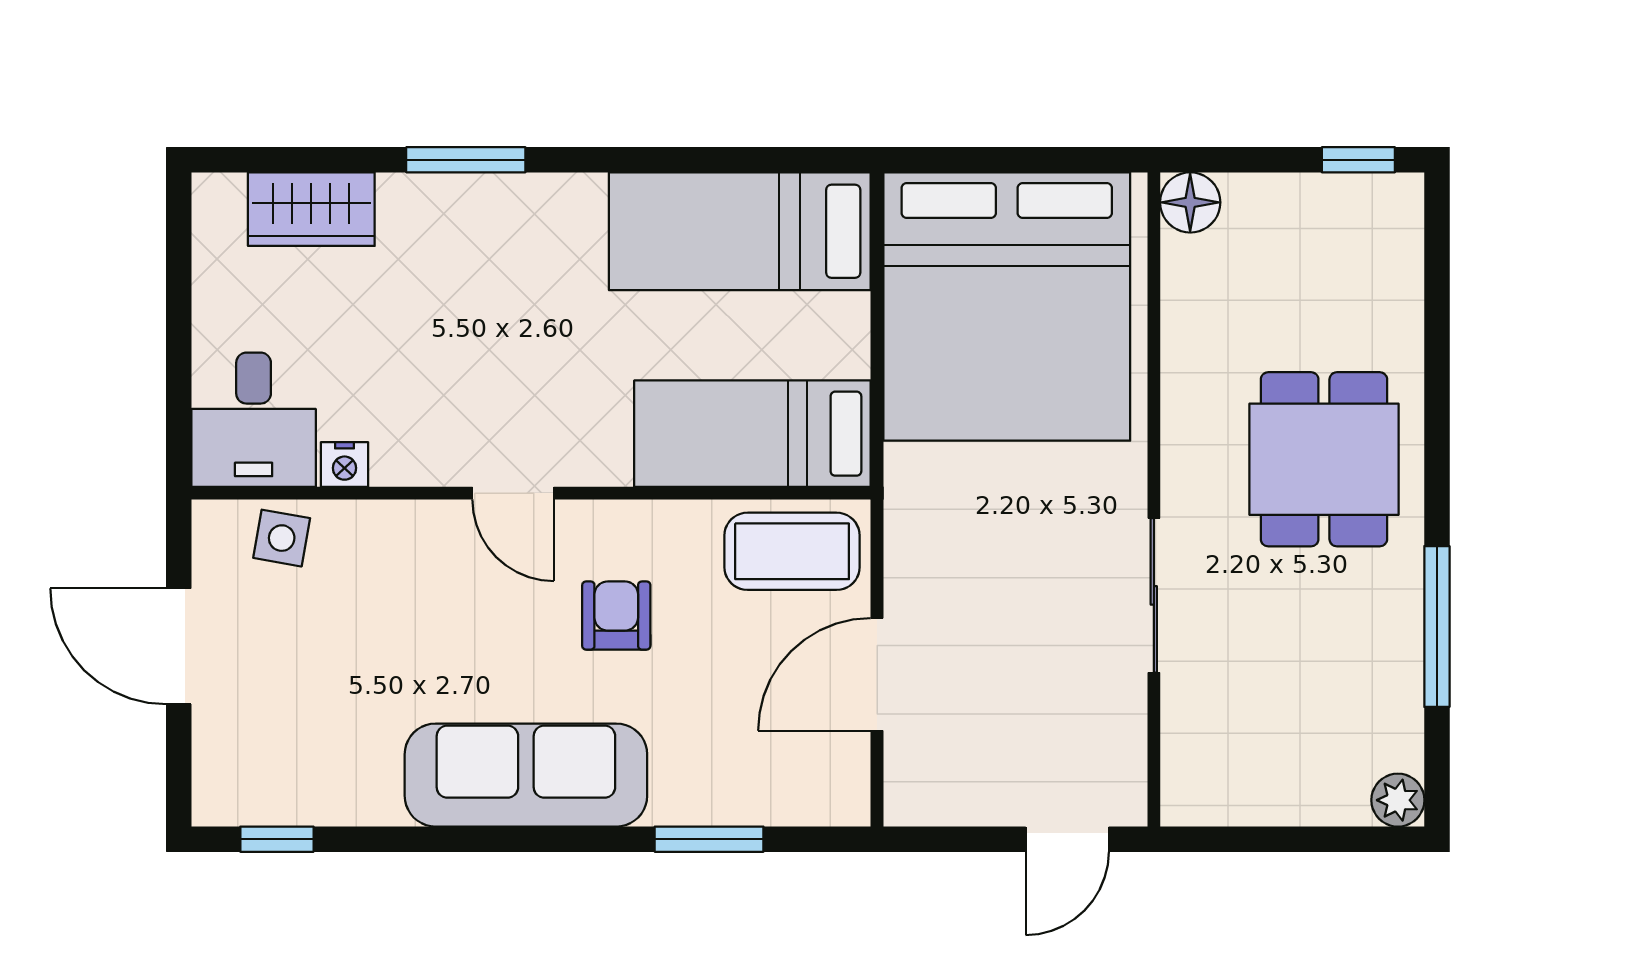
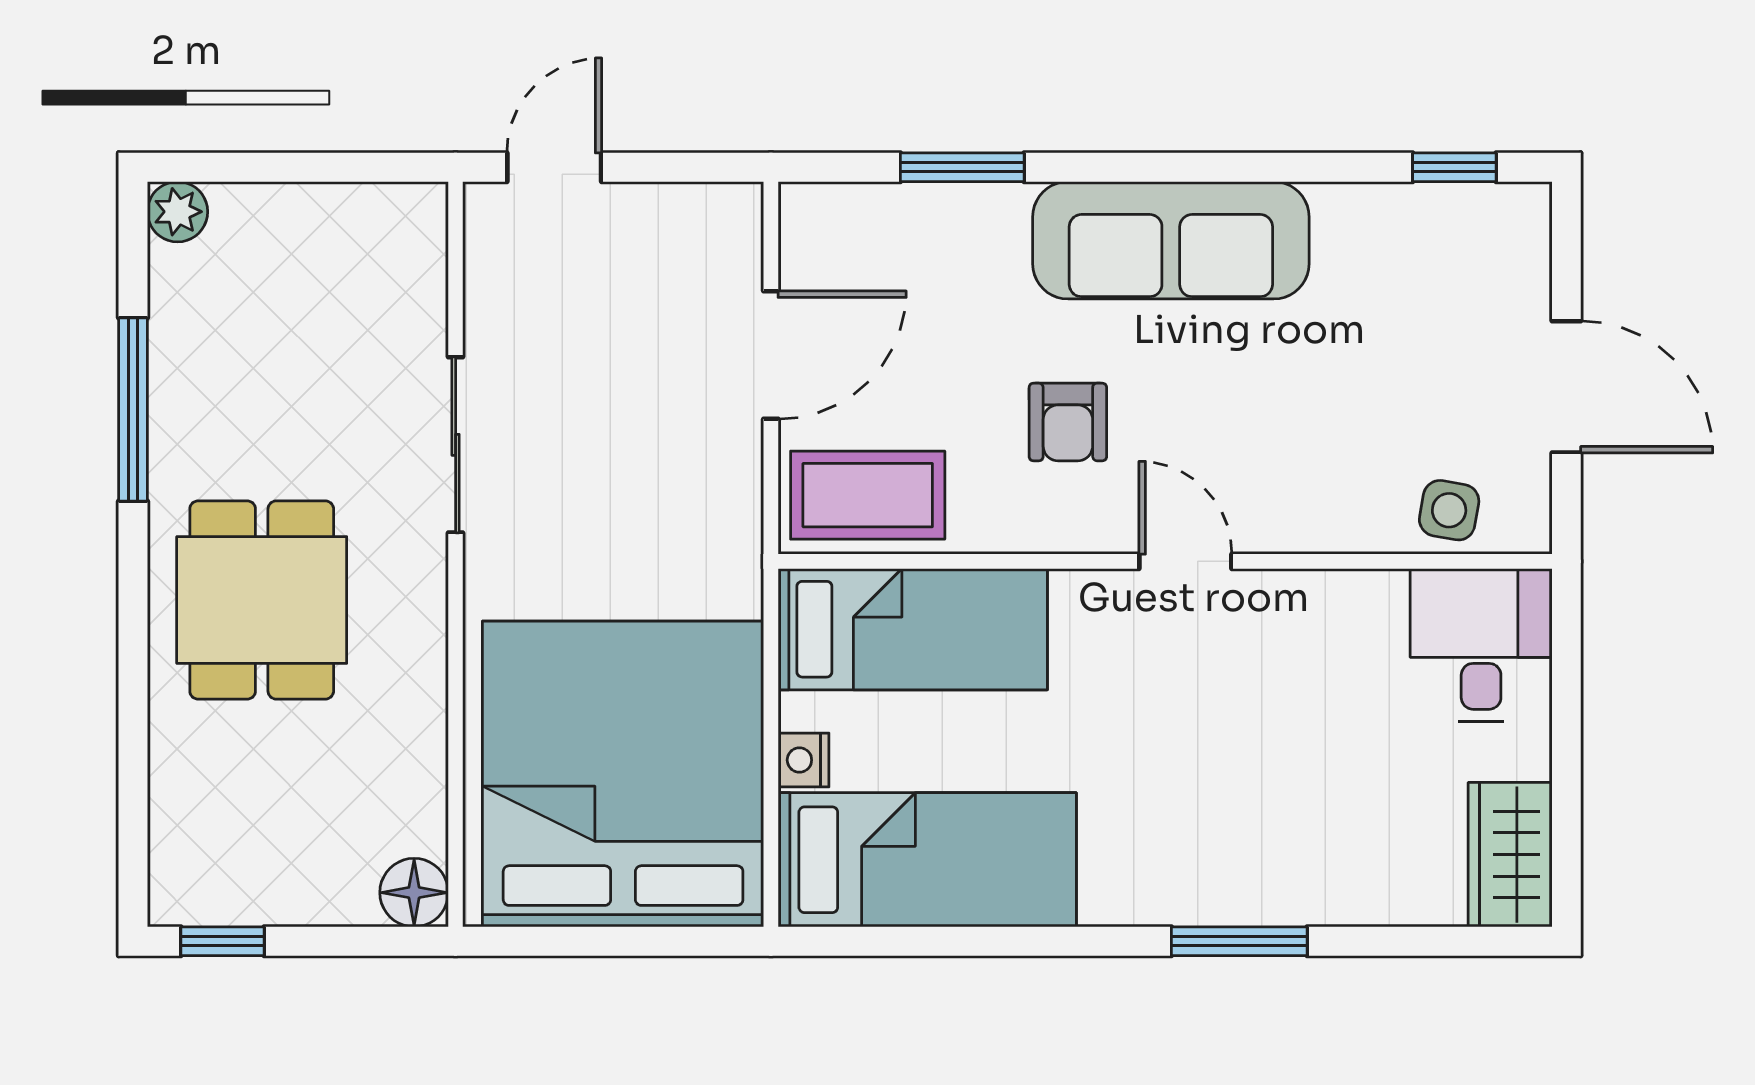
wardrobe: (311, 209) -> (1510, 855), moved, turned -90
nightstand: (344, 465) -> (803, 760), moved, turned -90

